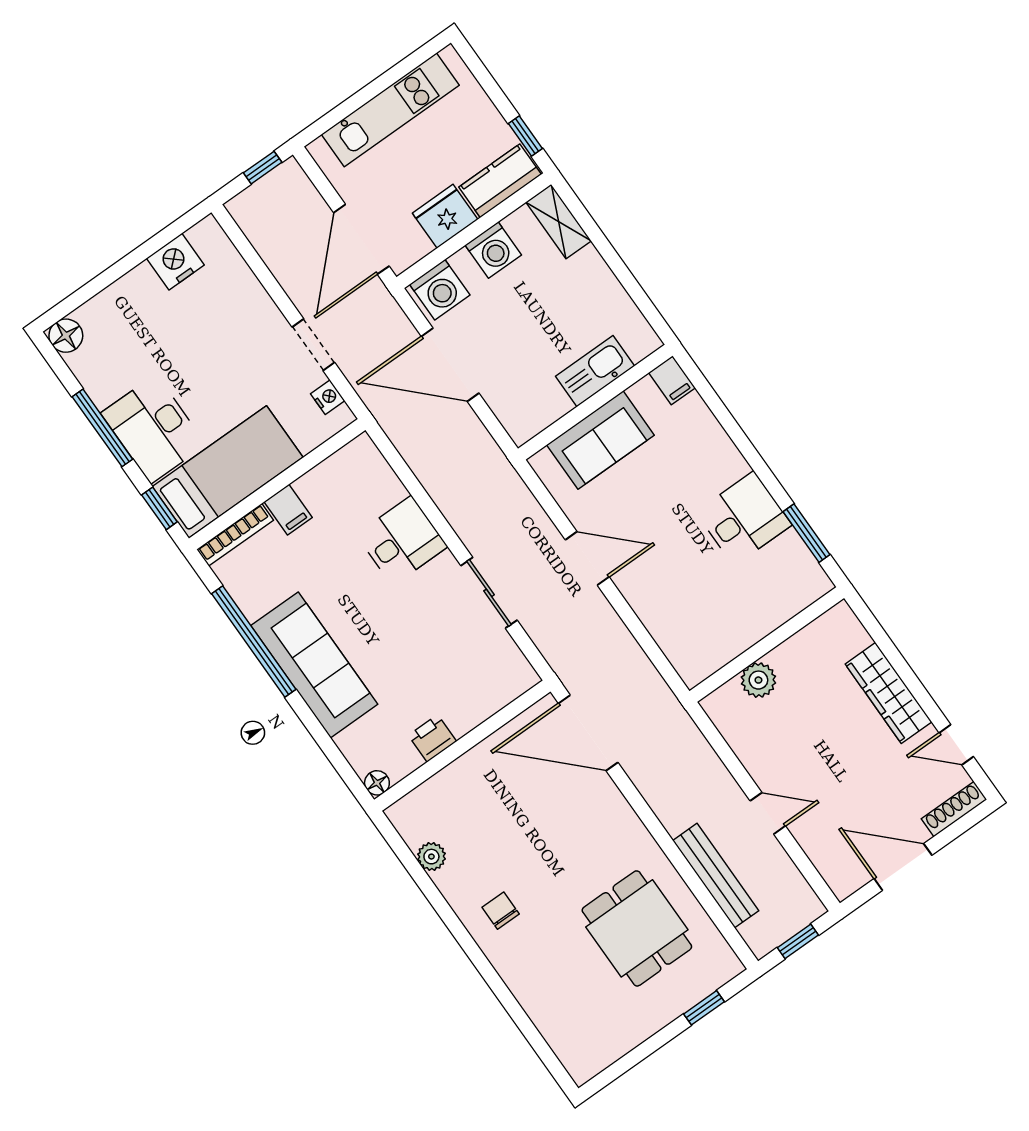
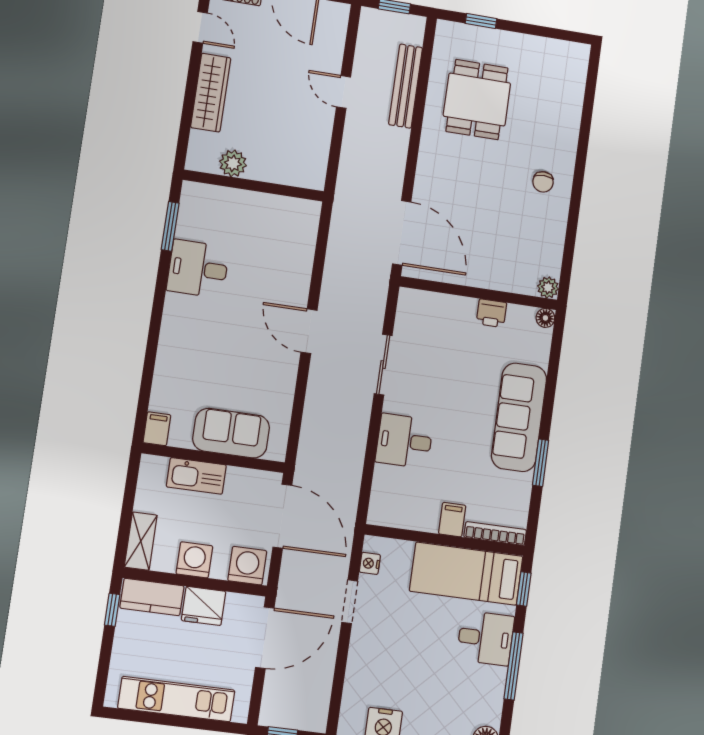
kitchen sink: (595, 371) -> (196, 476), moved
filing cabinet: (672, 380) -> (157, 429), moved
wall: (595, 402) -> (213, 458), moved
desk: (153, 429) -> (485, 638), width x0.73
sofa: (600, 440) -> (231, 433), moved
window: (254, 642) -> (541, 463), width x0.47
plant: (758, 680) -> (233, 163), moved
plant: (431, 857) -> (548, 288), moved

